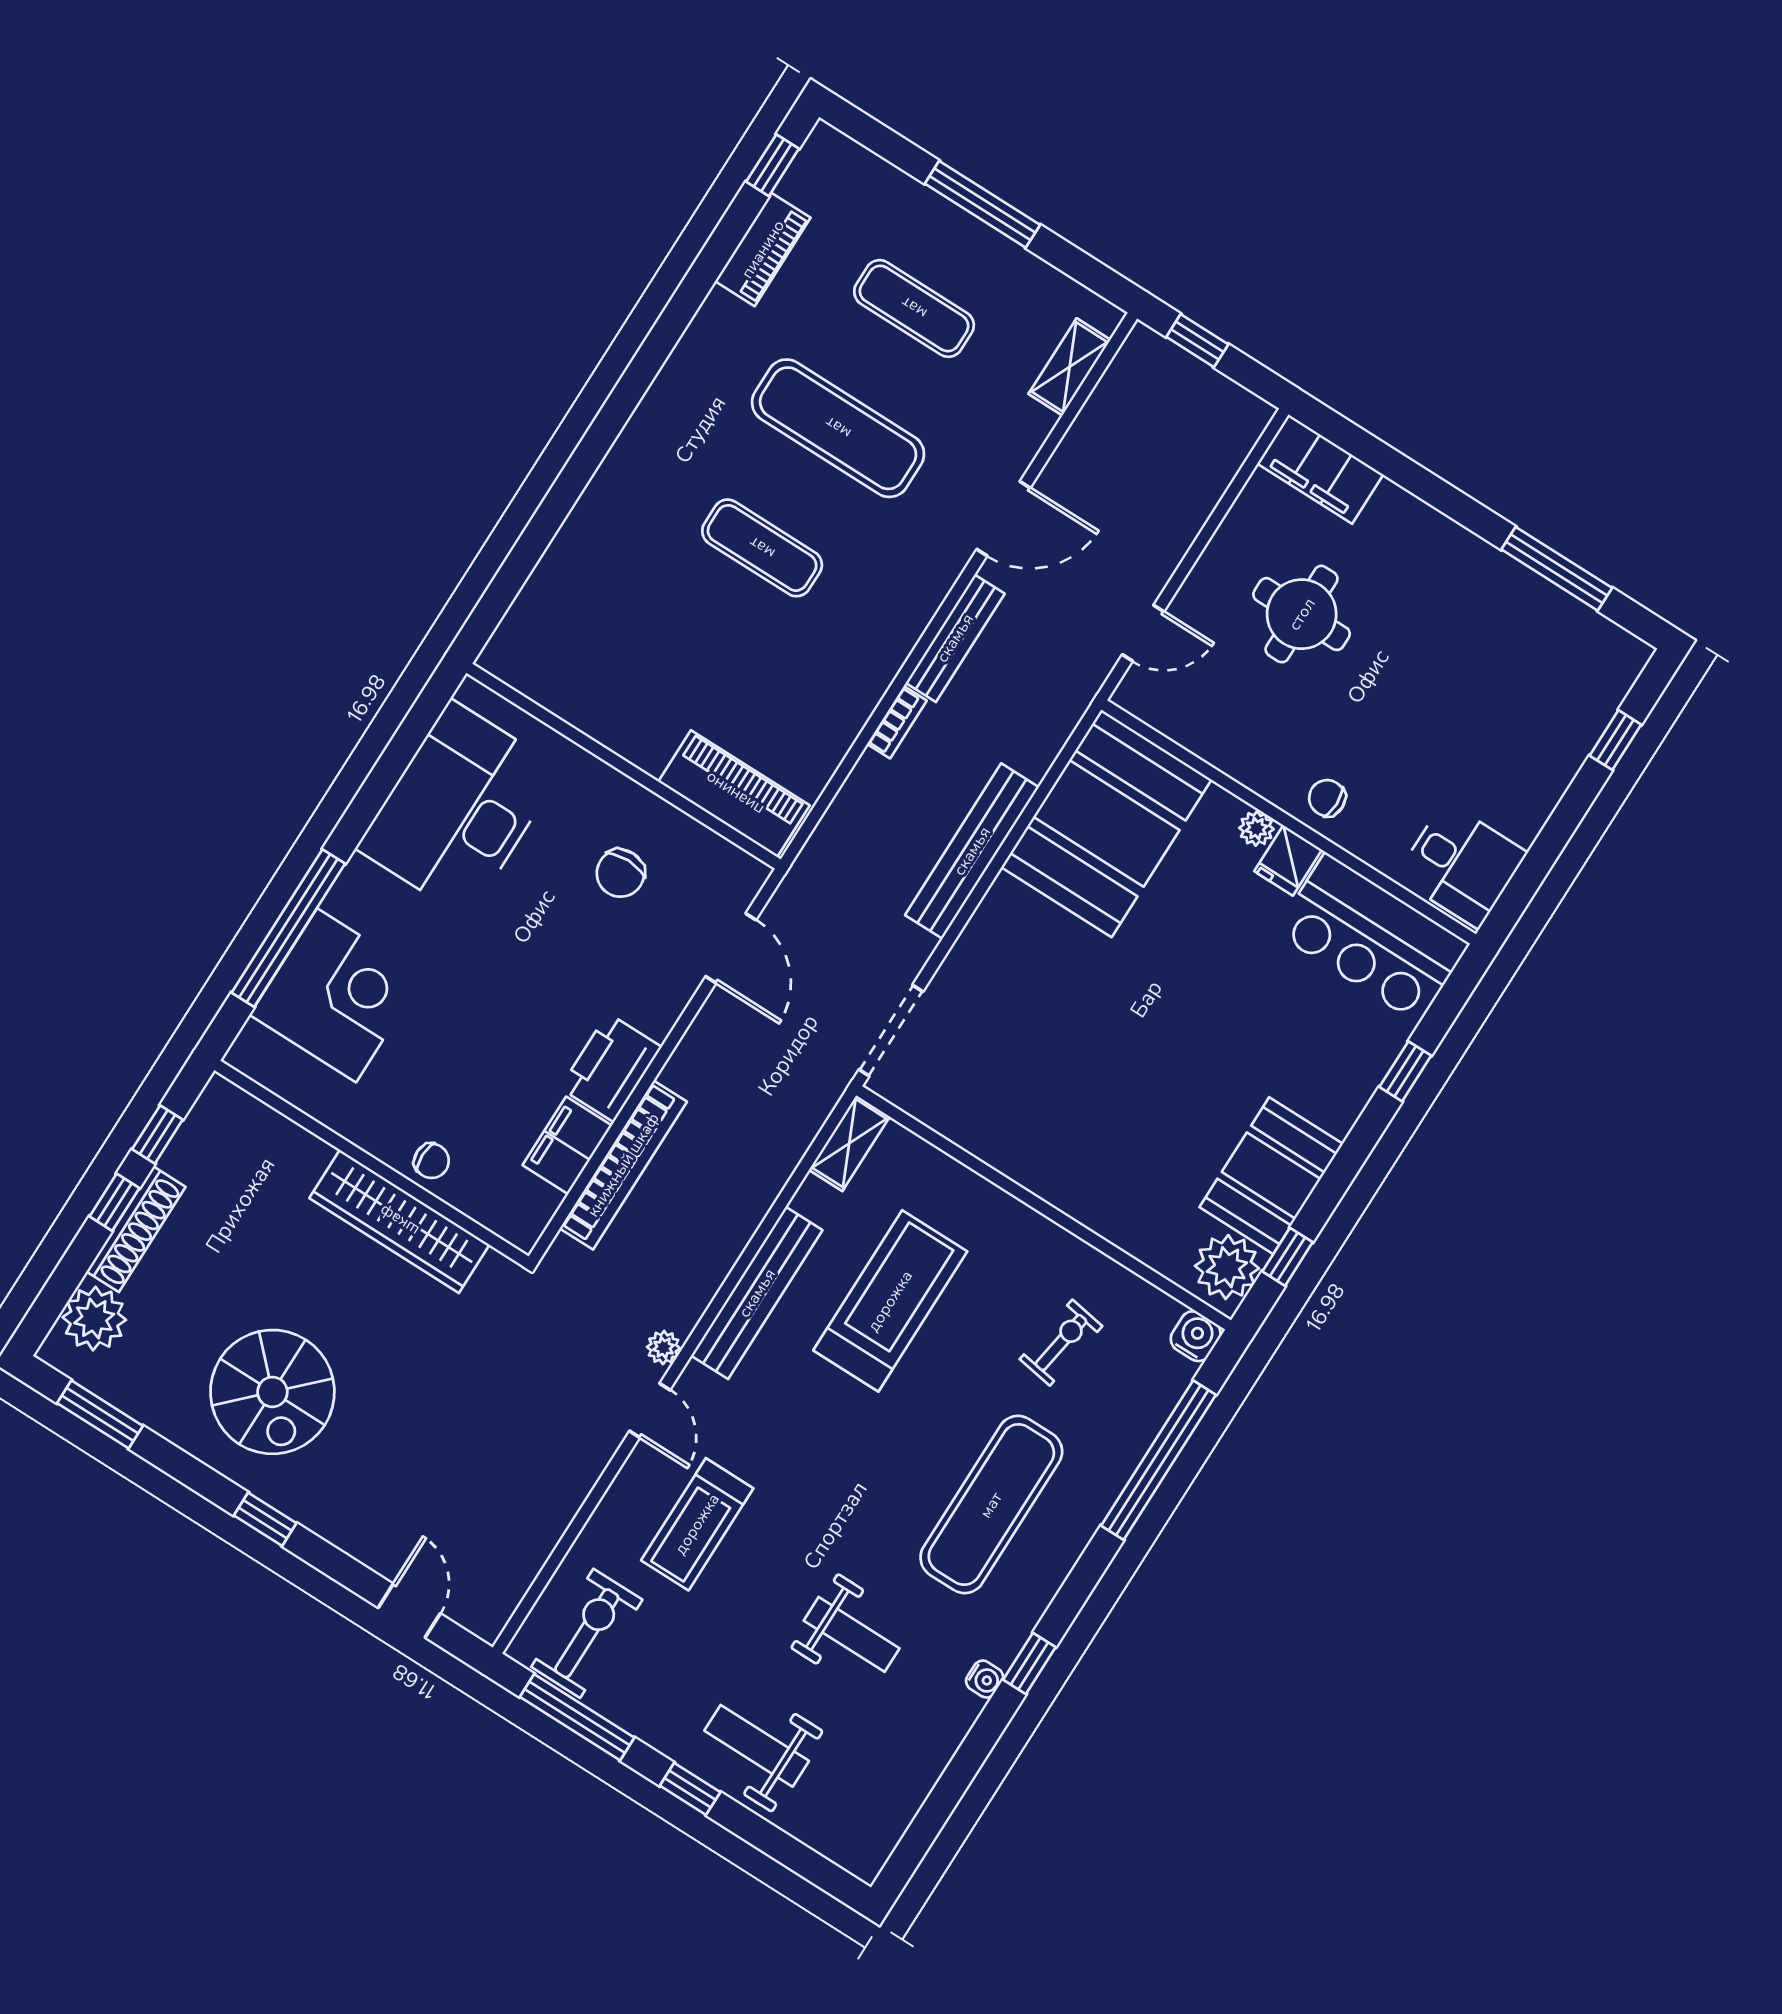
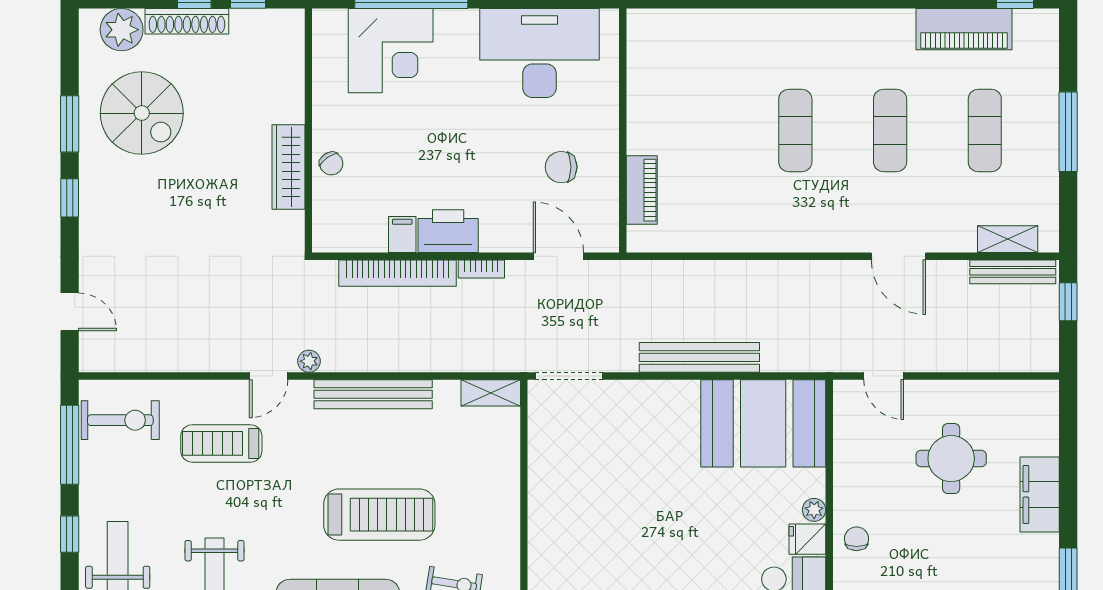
piano: (763, 249) -> (964, 29), width x1.37, depth x1.33
exercise mat: (838, 428) -> (890, 131), width x0.73, depth x0.69
filing cabinet: (1320, 469) -> (1040, 494), moved
bench: (955, 638) -> (1013, 272), moved
bookcase: (897, 722) -> (481, 269), moved
piano: (734, 794) -> (642, 190), width x0.73, depth x0.75
door: (731, 948) -> (558, 256), swing flipped
filing cabinet: (567, 1145) -> (402, 234), width x0.50
chair: (432, 1161) -> (331, 164), turned -35
wardrobe: (399, 1221) -> (288, 167), width x0.71, depth x0.85
treadmill: (890, 1301) -> (379, 515), moved
spiral stairs: (272, 1392) -> (142, 113), moved, turned -90
window: (100, 1414) -> (70, 124), moved
door: (409, 1611) -> (70, 312), hinge flipped

